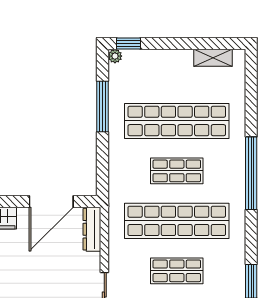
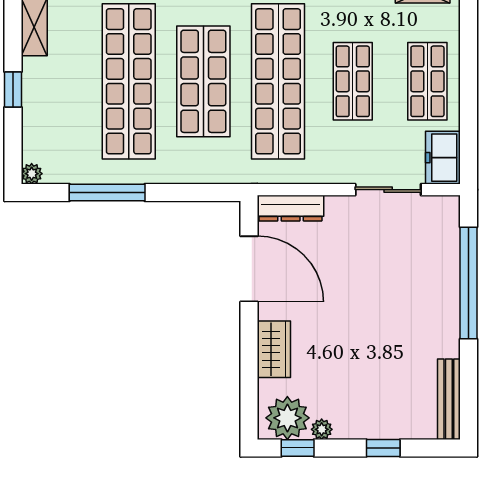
window: (128, 44) -> (13, 90), moved
shop shelf: (177, 171) -> (203, 81), width x1.43, depth x1.36

